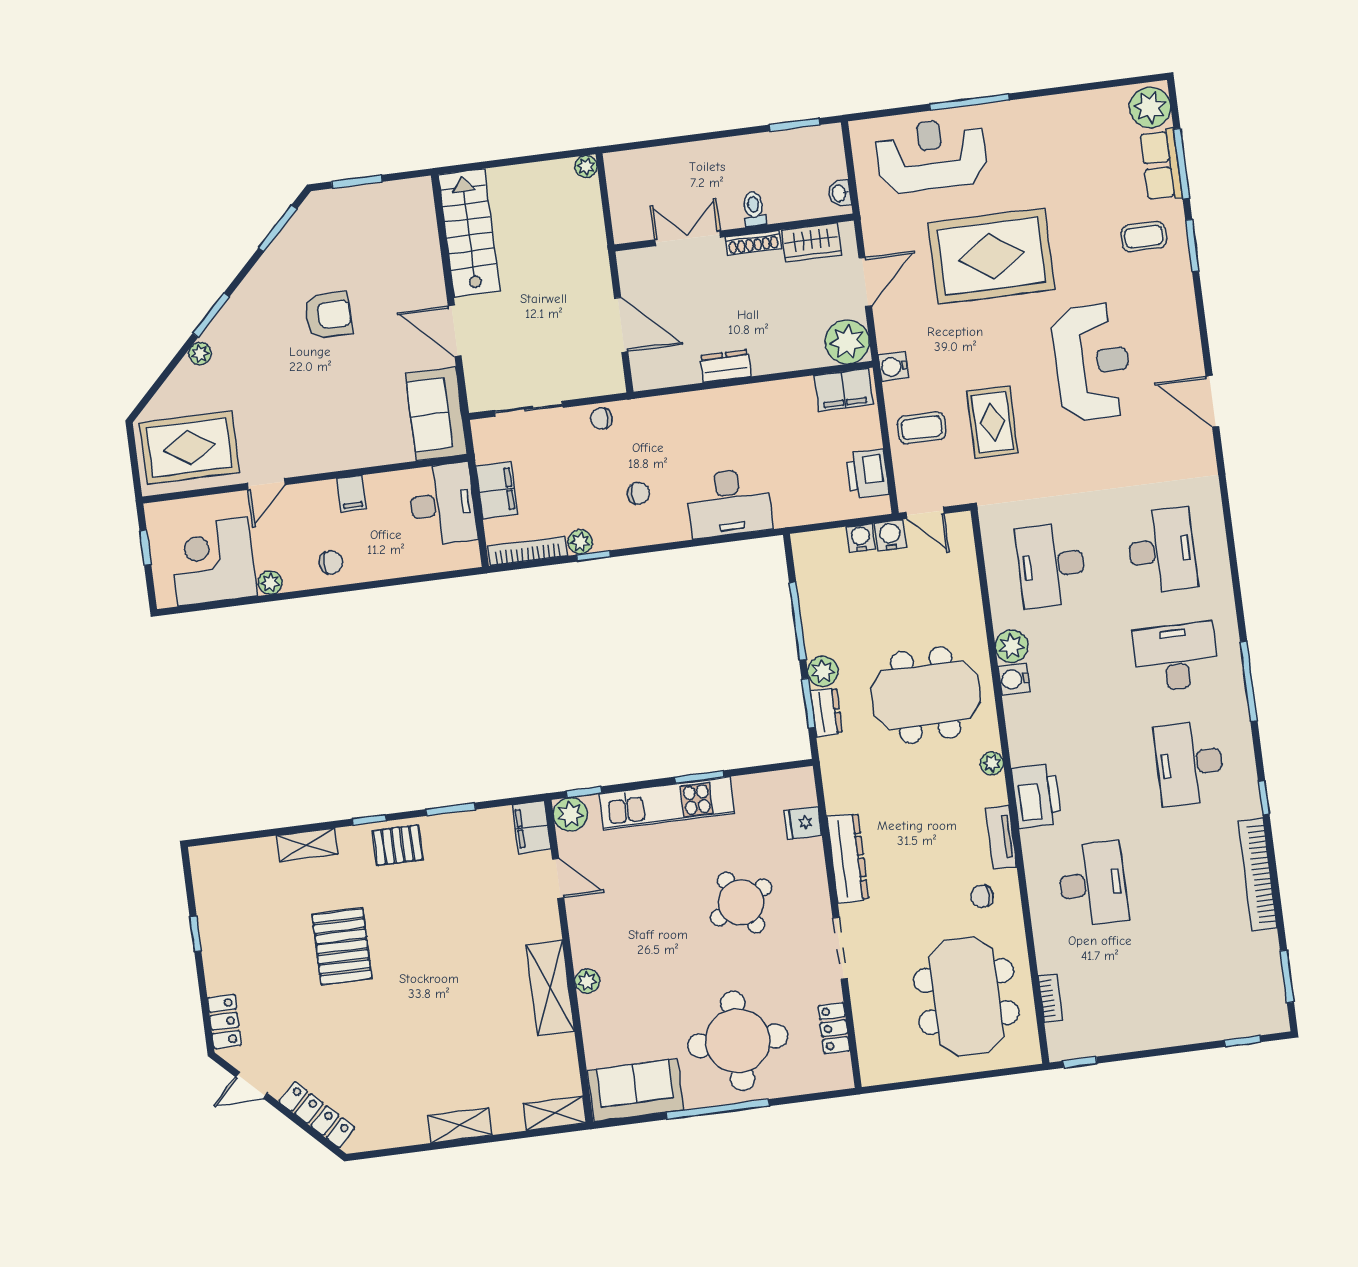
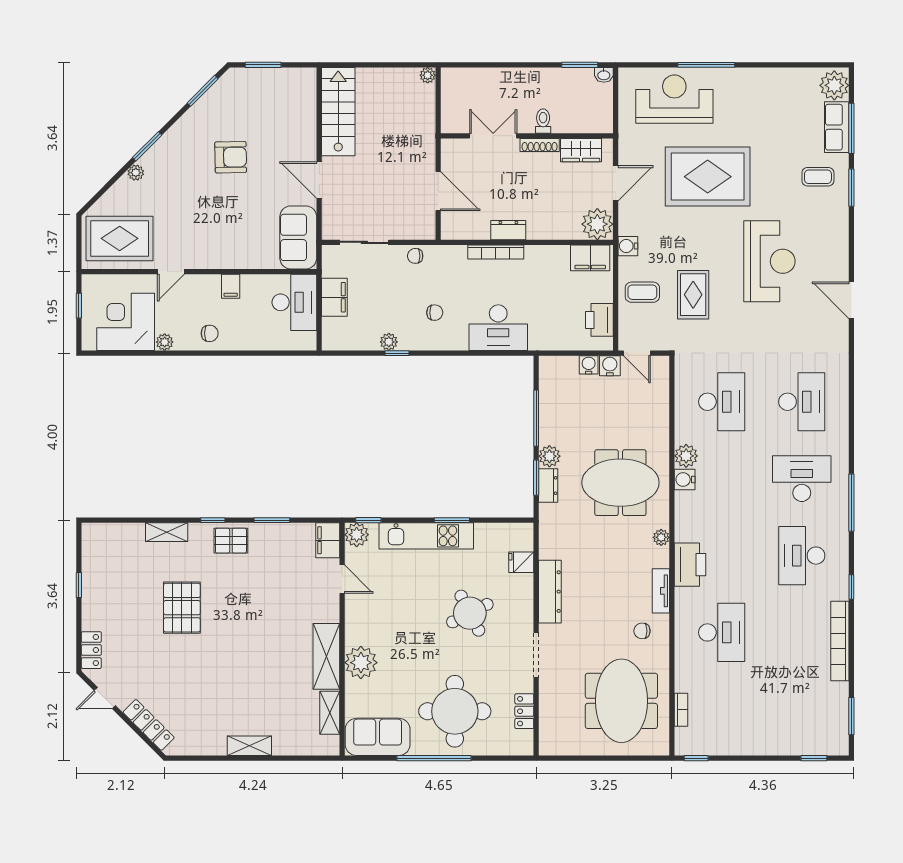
washbasin: (840, 193) -> (604, 75), moved, turned -90
bookcase: (528, 551) -> (496, 252), moved, turned 180
desk: (1051, 565) -> (722, 402), turned 180
plant: (587, 981) -> (361, 663), width x1.88, depth x1.88
shelving: (555, 1113) -> (330, 713), moved, turned 90

